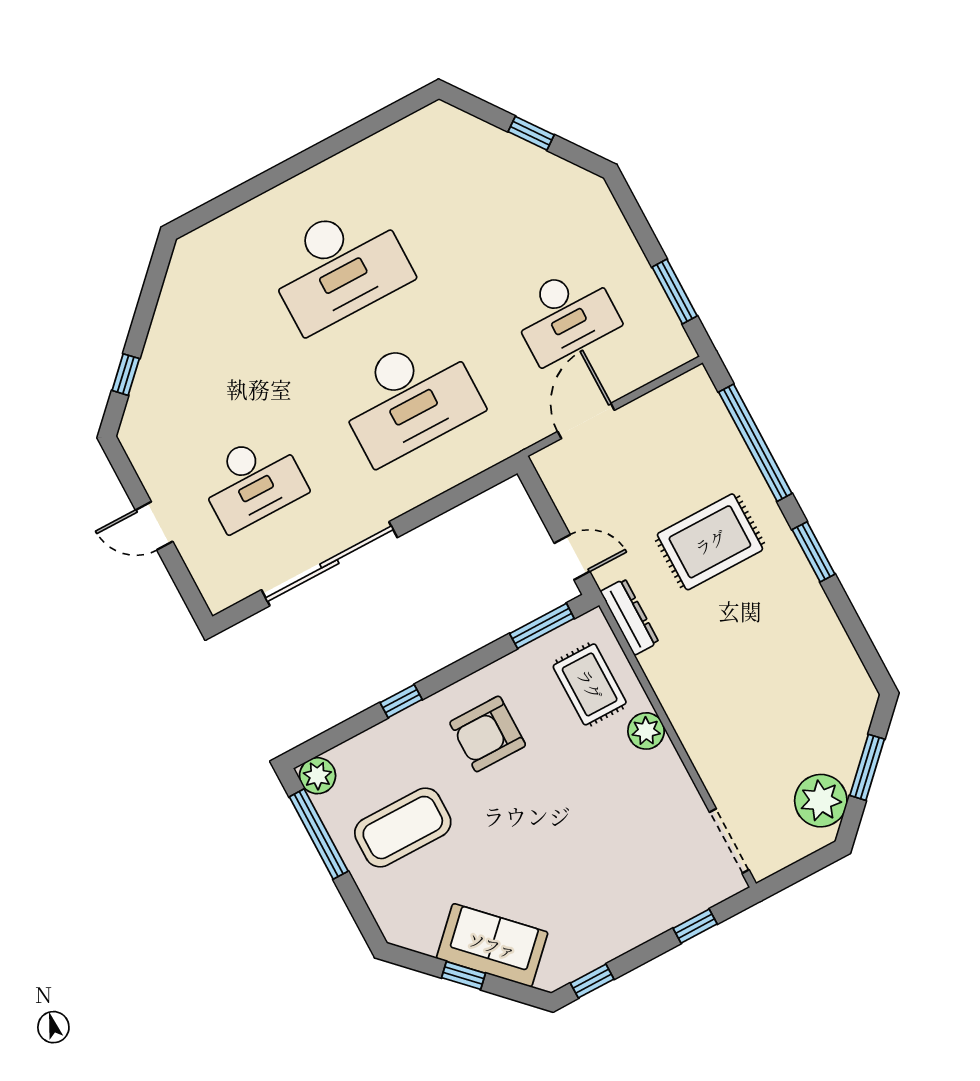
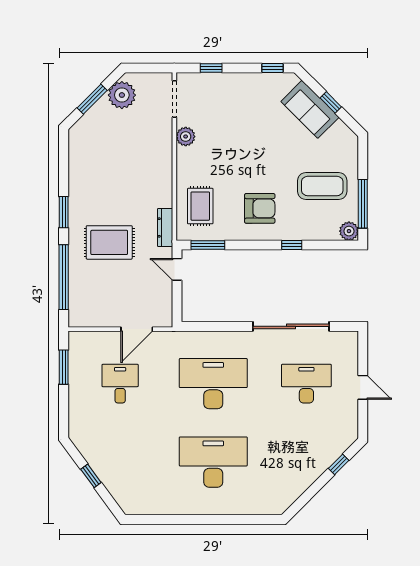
desk: (565, 314) -> (120, 384), width x0.73
plant: (646, 731) -> (186, 137), moved

